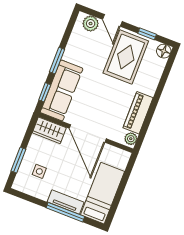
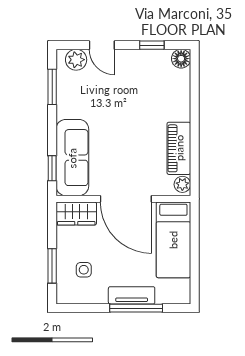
rug: (126, 57) -> (136, 84), removed
window: (57, 61) -> (52, 87), moved
bed: (103, 193) -> (173, 240), moved, turned 180

